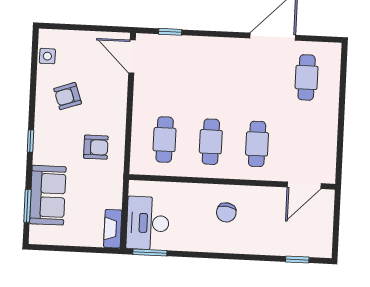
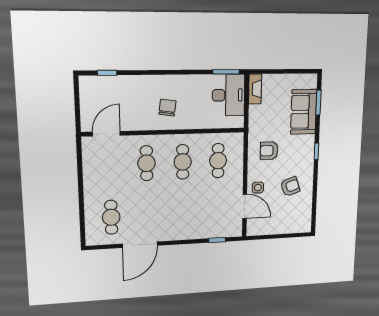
side table: (47, 56) -> (258, 188), moved
door: (132, 57) -> (245, 206), moved

